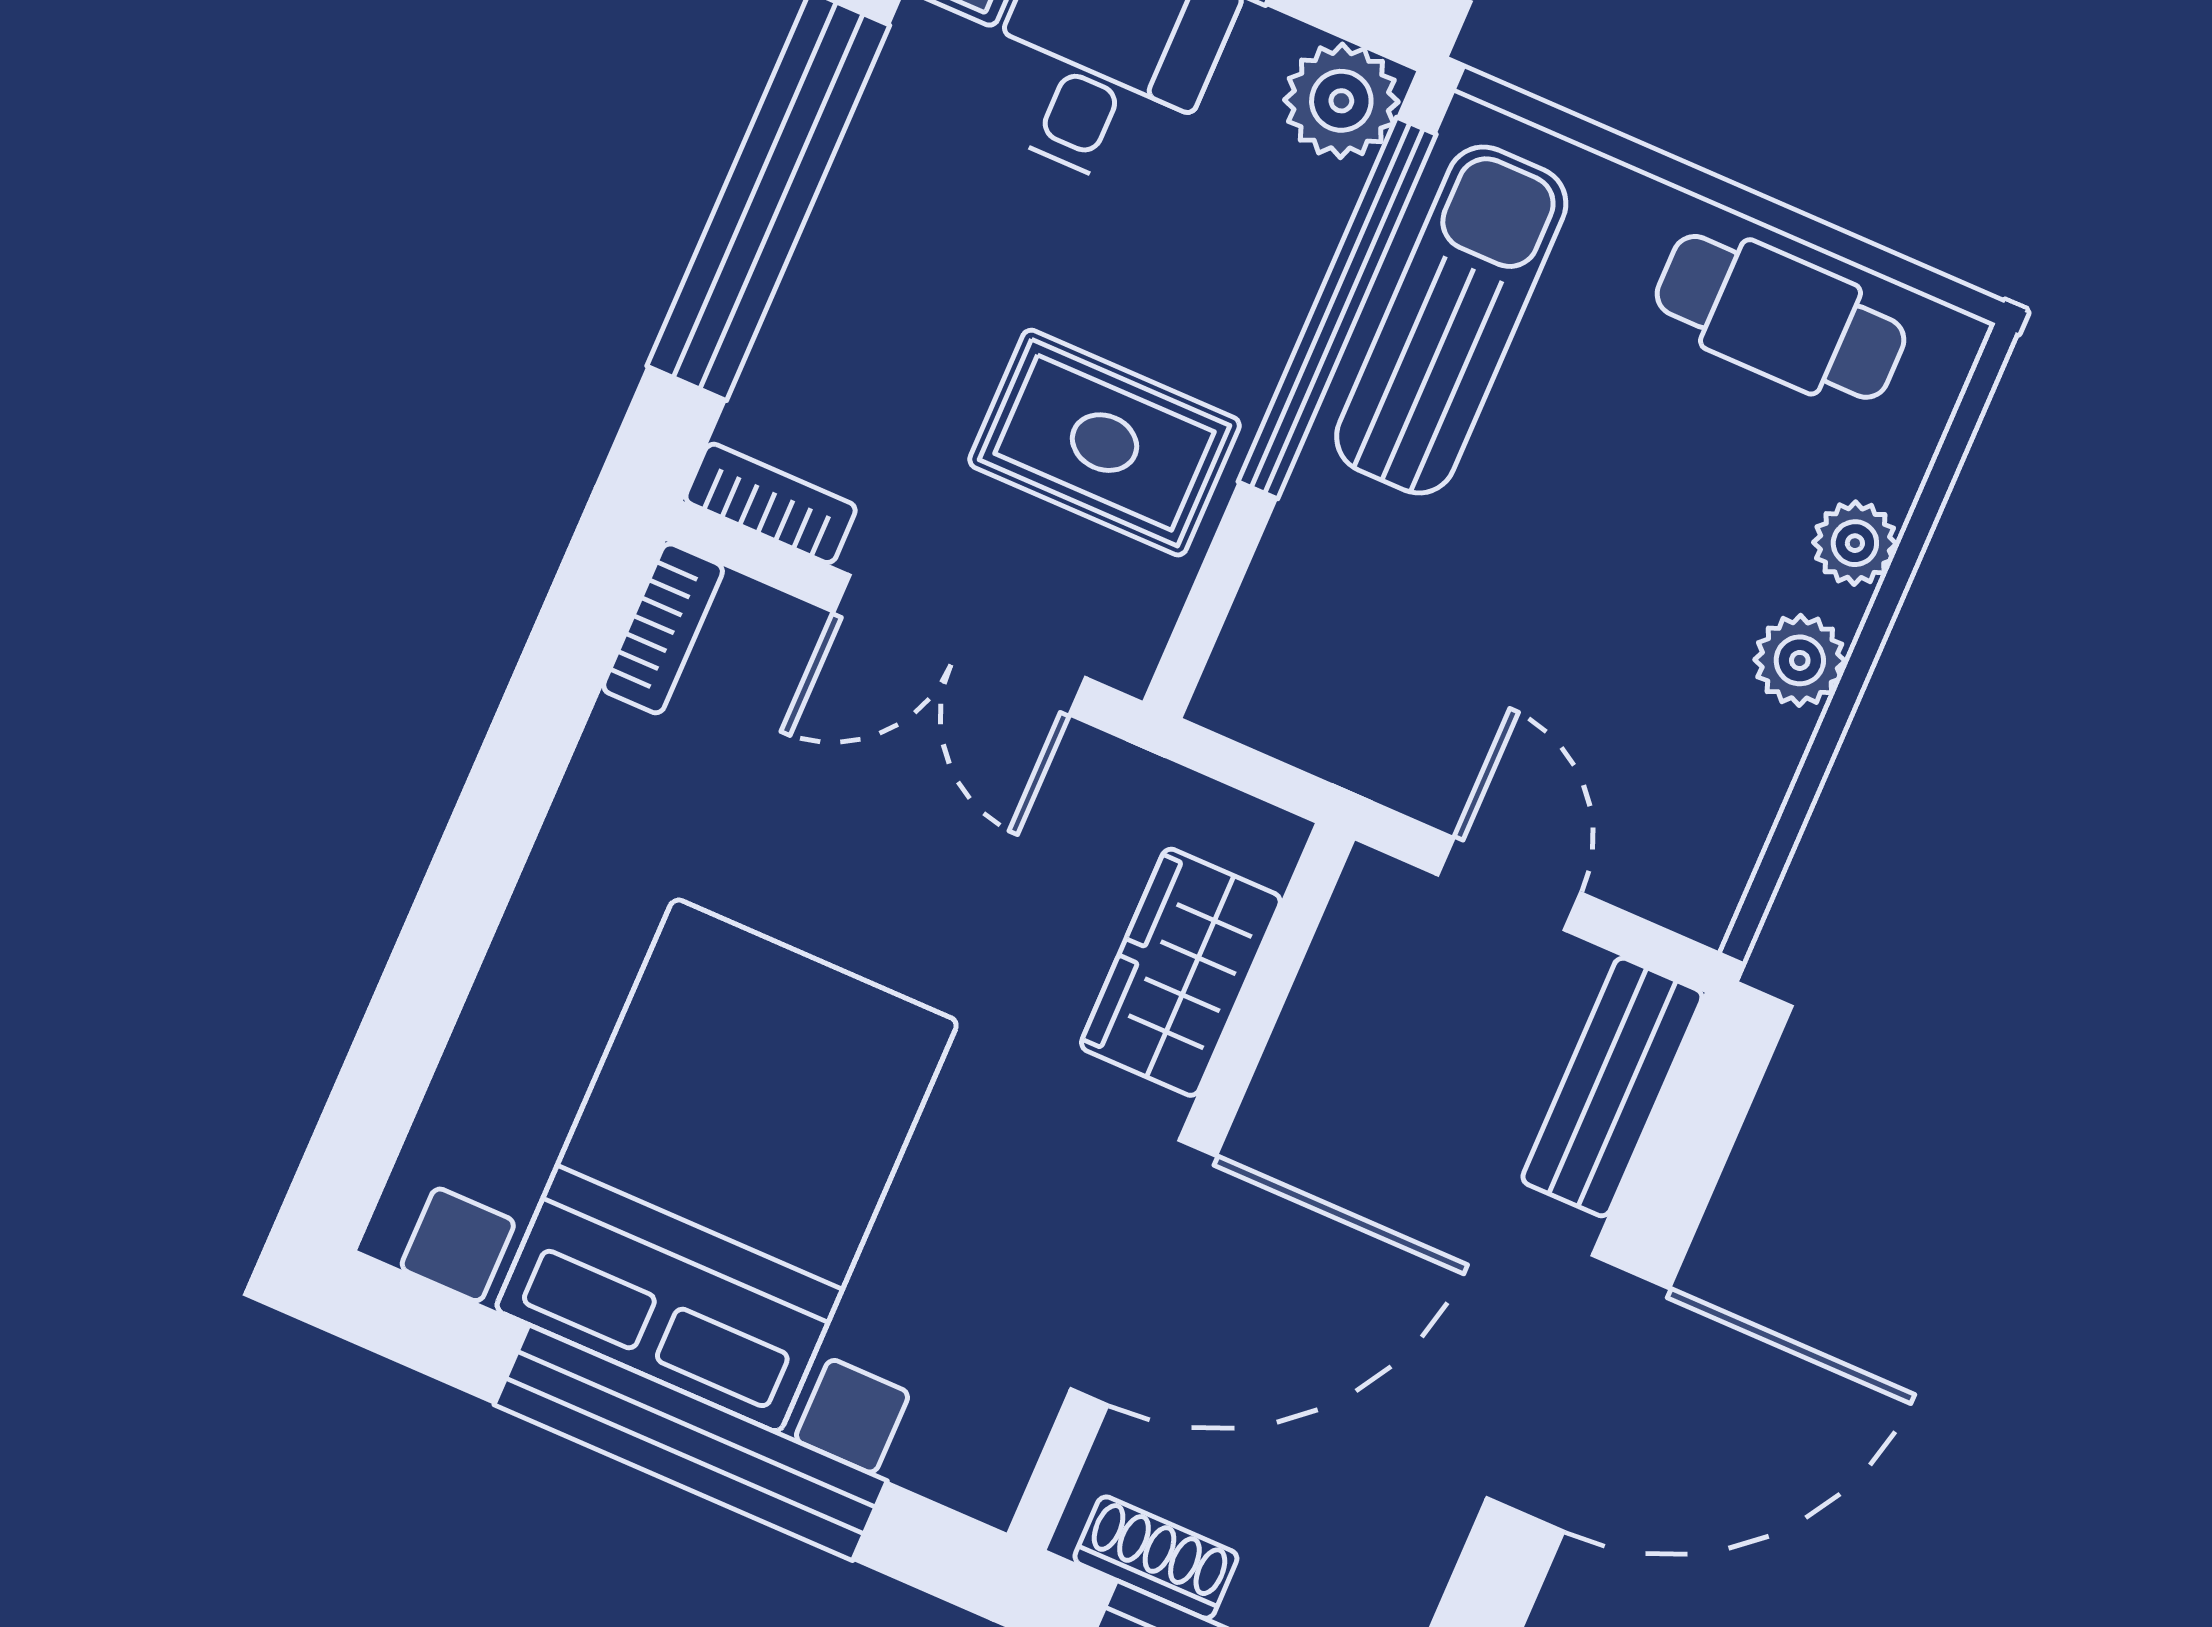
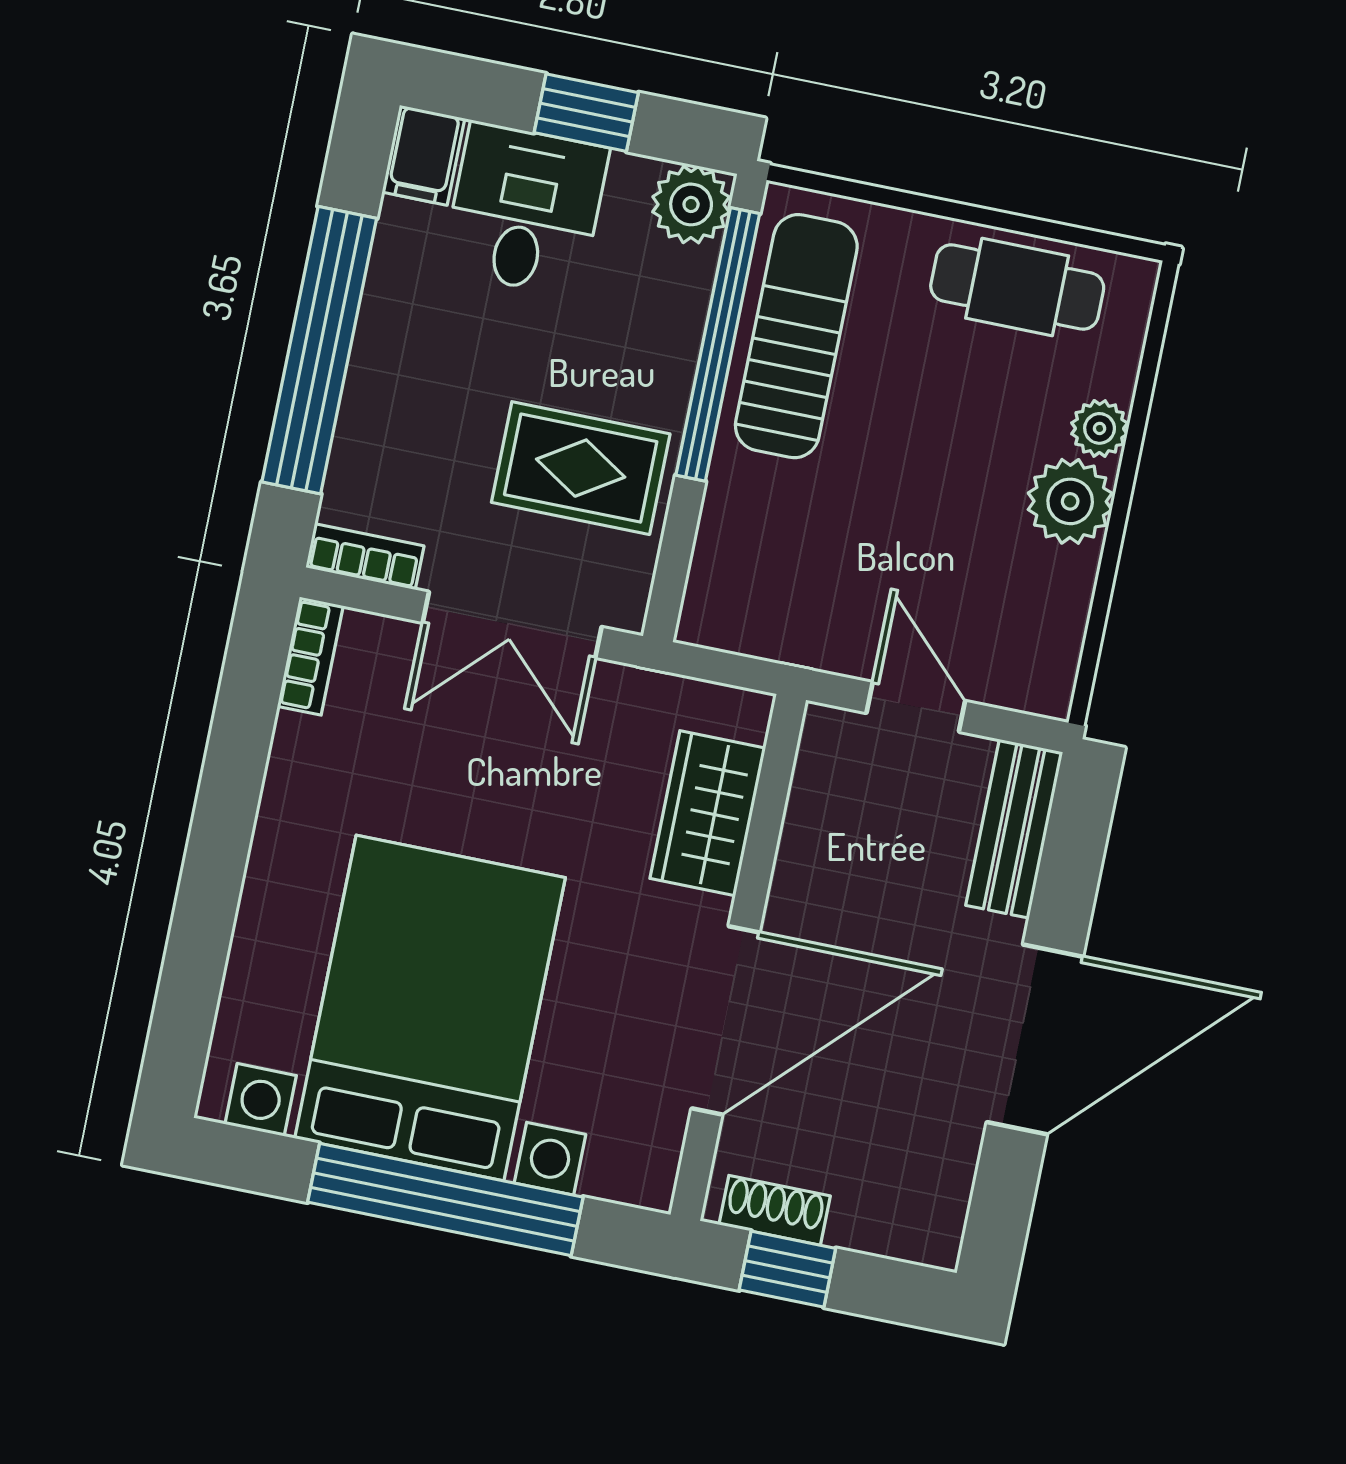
plant: (1800, 660) -> (1070, 501), width x1.38, depth x1.38

